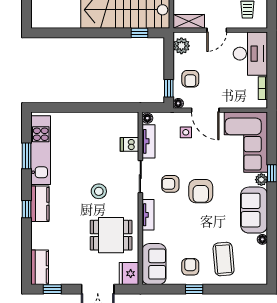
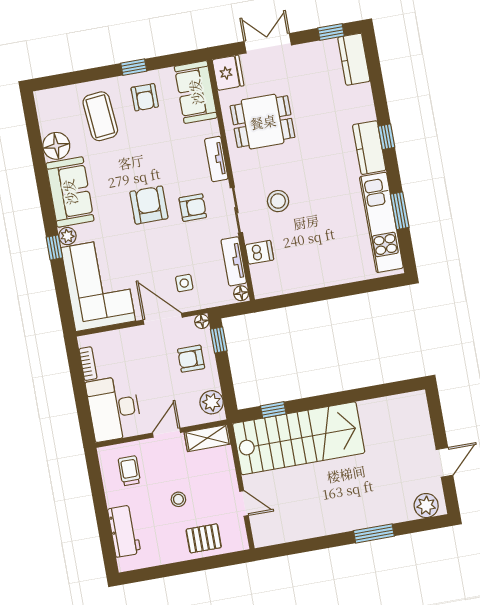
armchair: (190, 79) -> (191, 359), turned -90
stool: (99, 191) -> (278, 201), moved
floor lamp: (262, 239) -> (56, 146), width x1.89, depth x1.89

